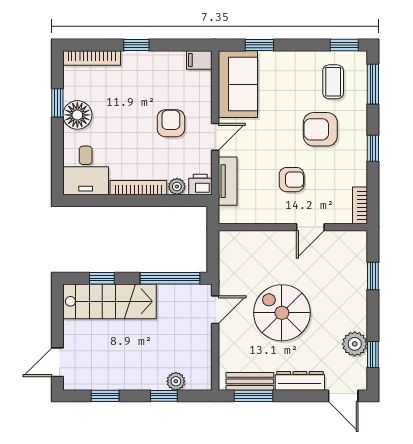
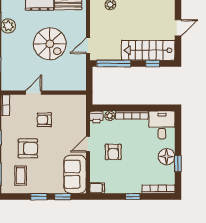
window: (344, 45) -> (39, 197), moved
tv unit: (228, 181) -> (81, 119), removed
door: (57, 362) -> (178, 28), moved

